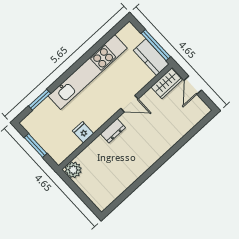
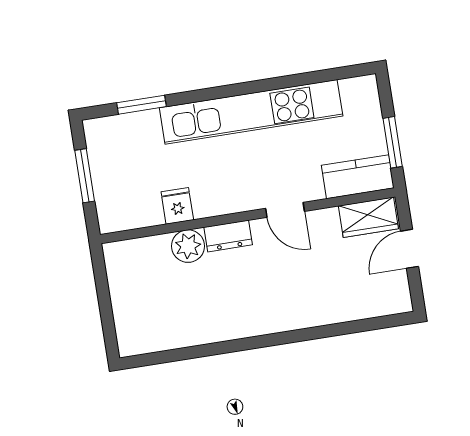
window: (156, 45) -> (393, 142), width x0.69
kitchen counter: (151, 57) -> (358, 177), moved, turned 90
plant: (73, 170) -> (188, 246), moved

